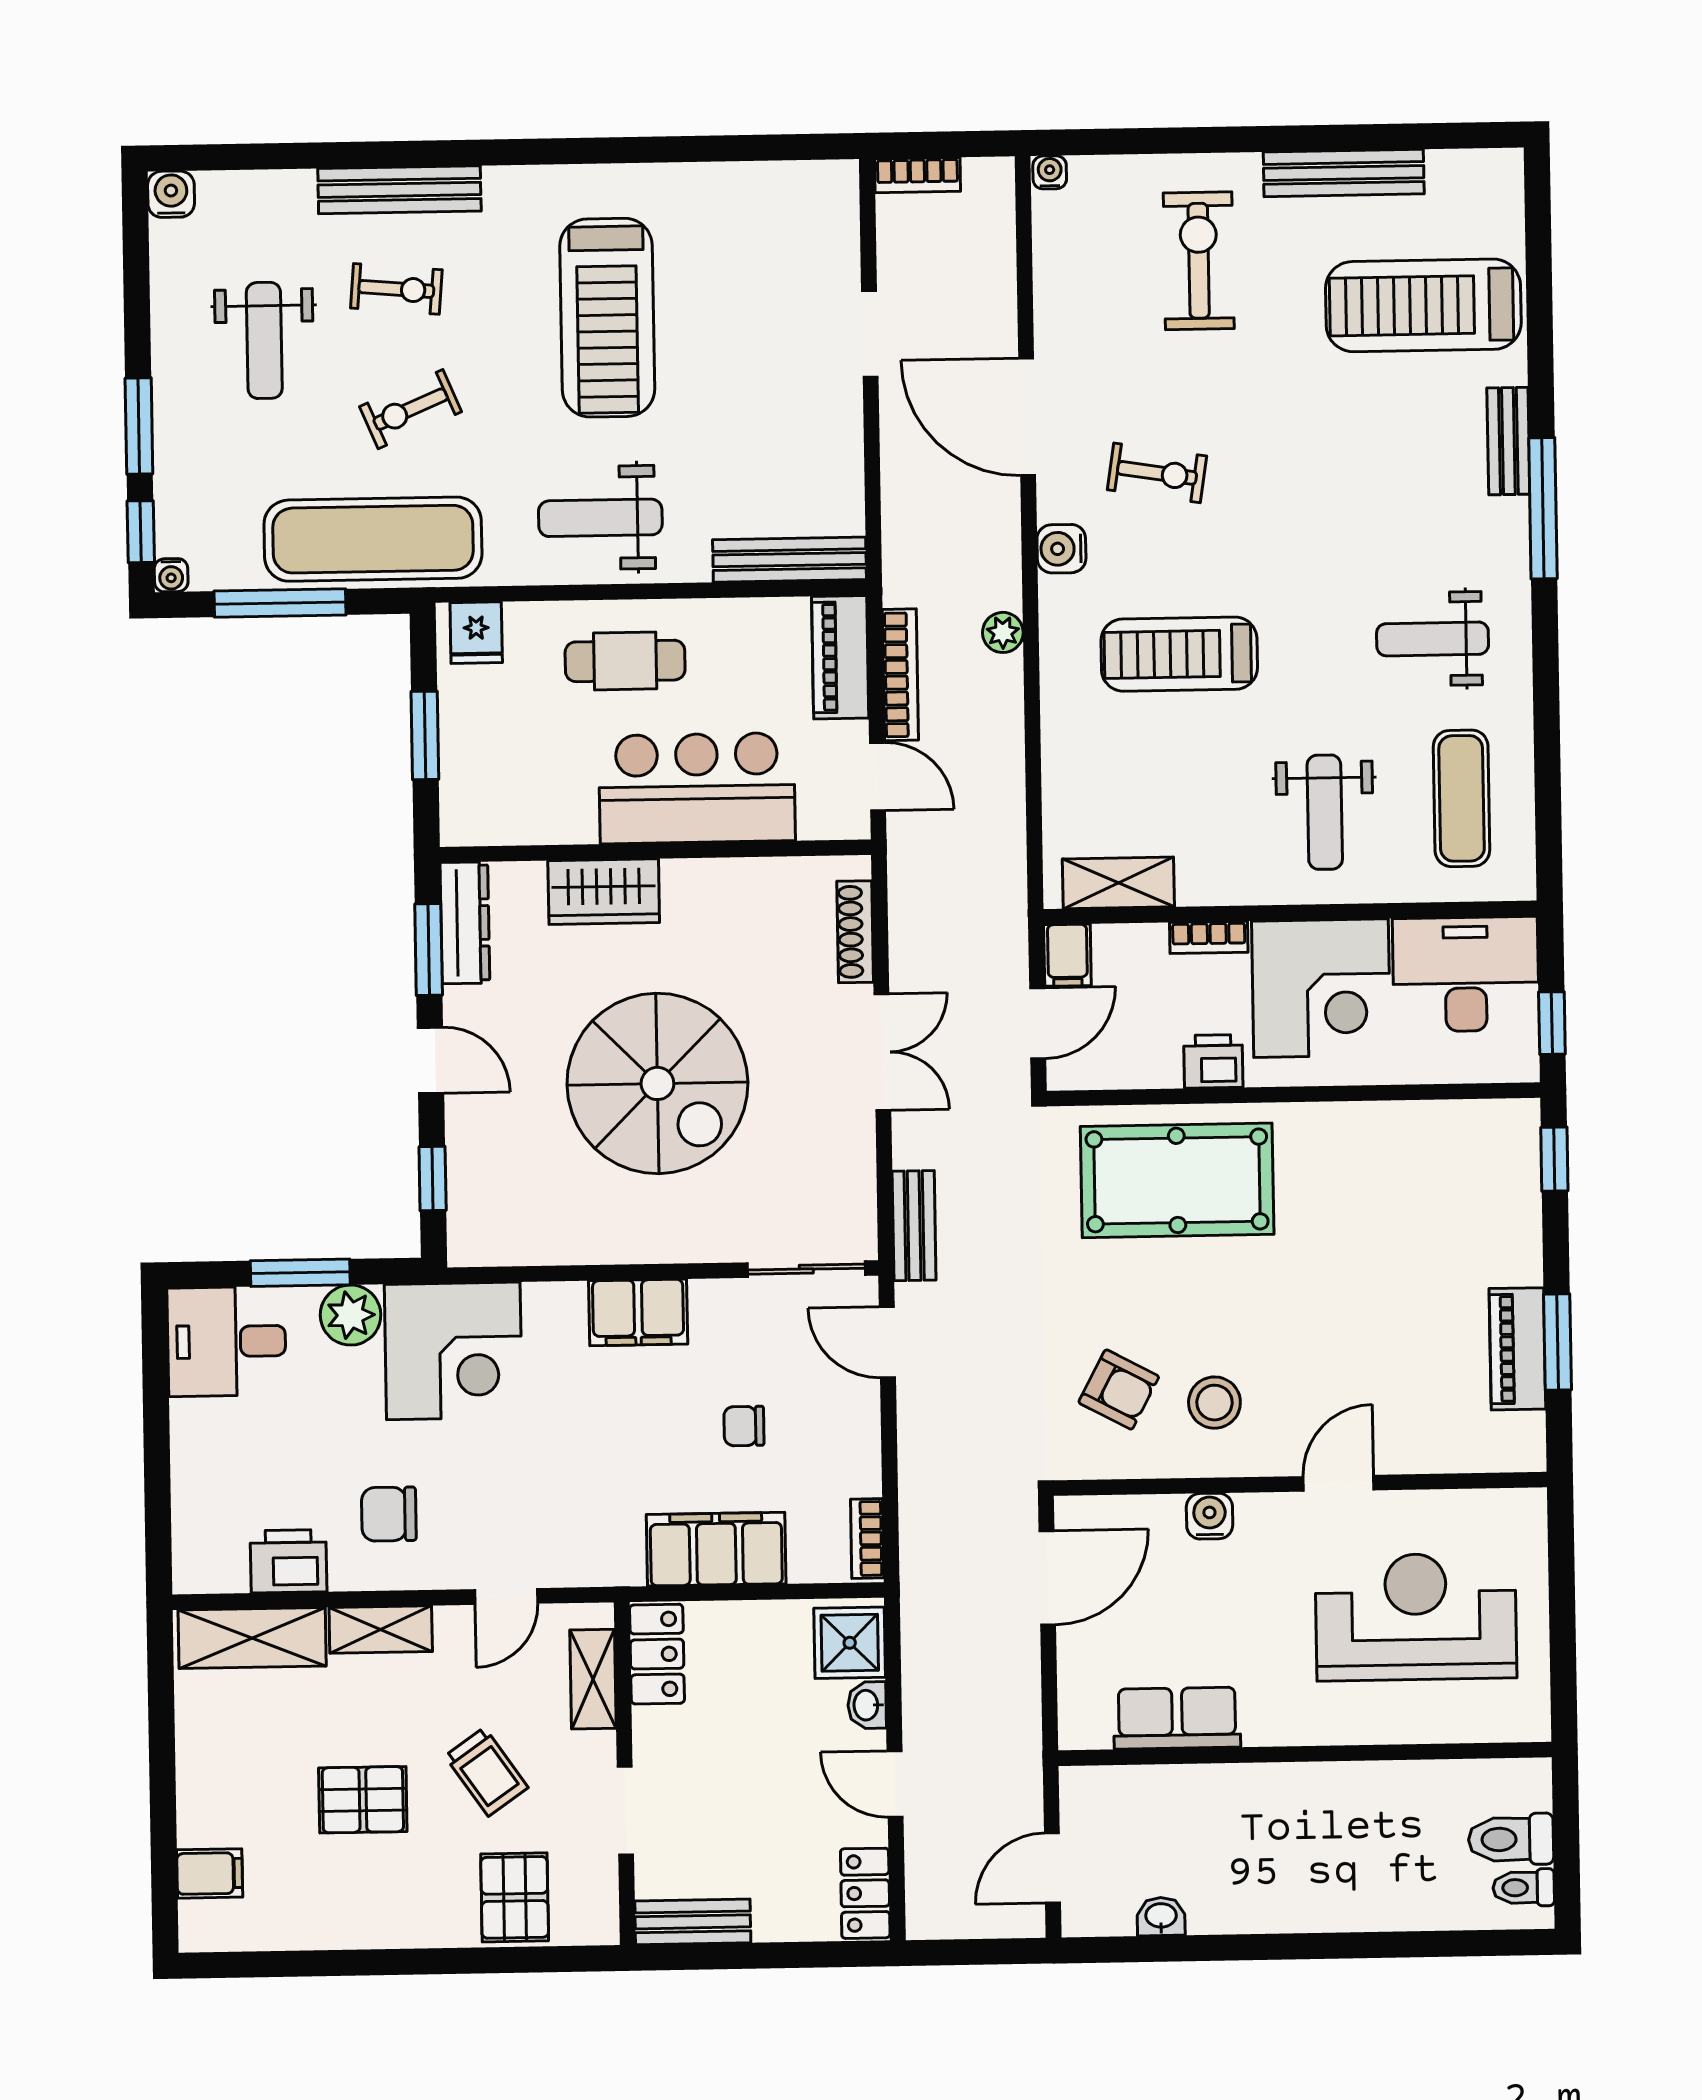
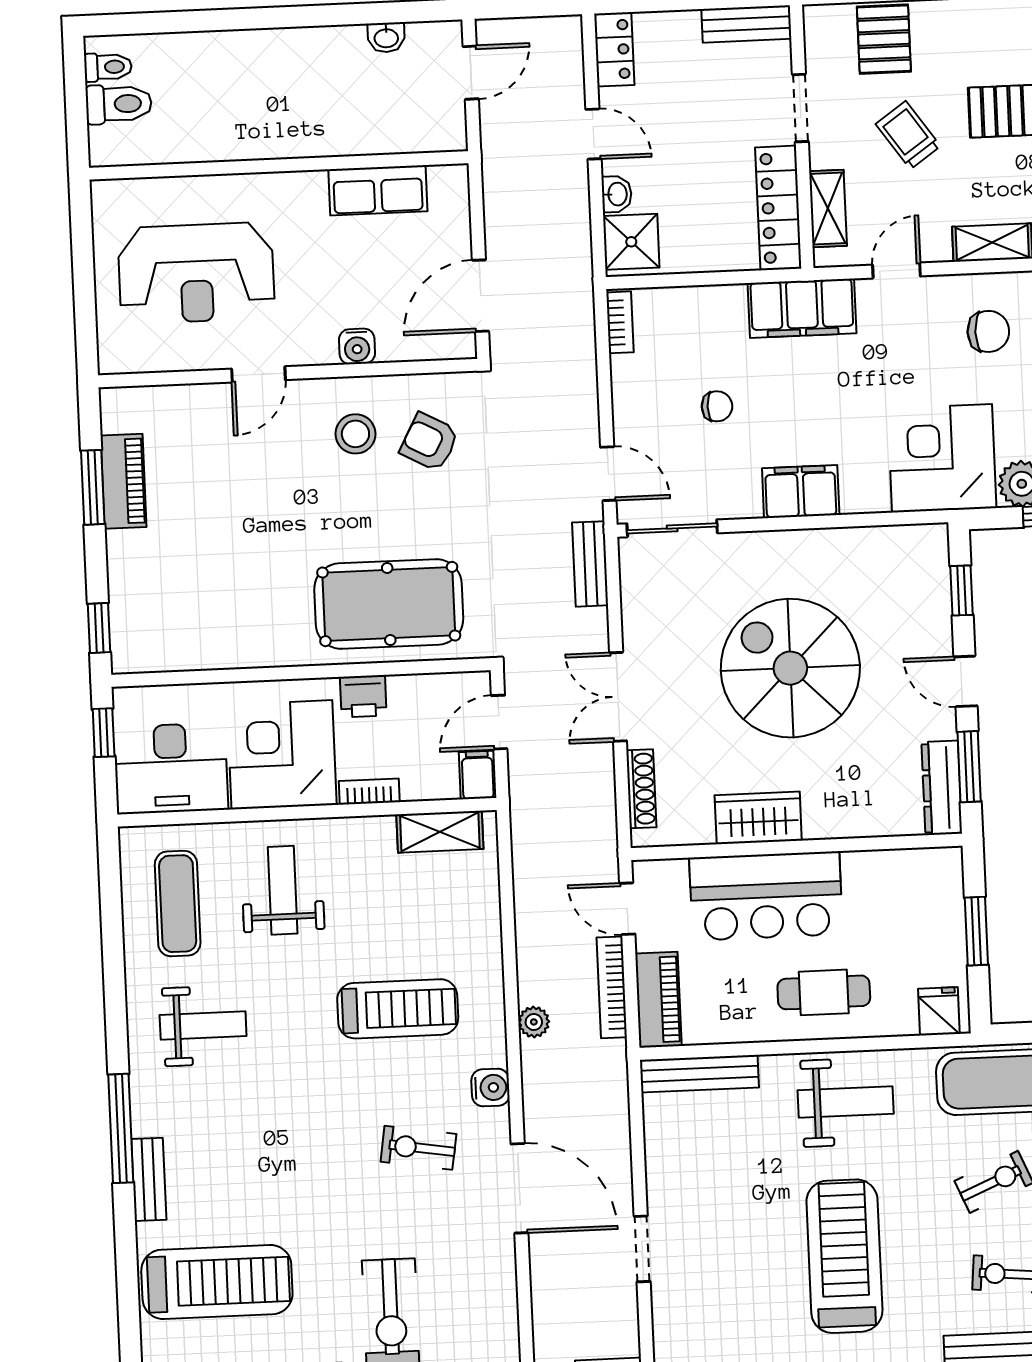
wardrobe: (604, 892) -> (758, 818), moved
filing cabinet: (716, 1549) -> (802, 308), moved
locker: (657, 1654) -> (778, 208), width x1.53

